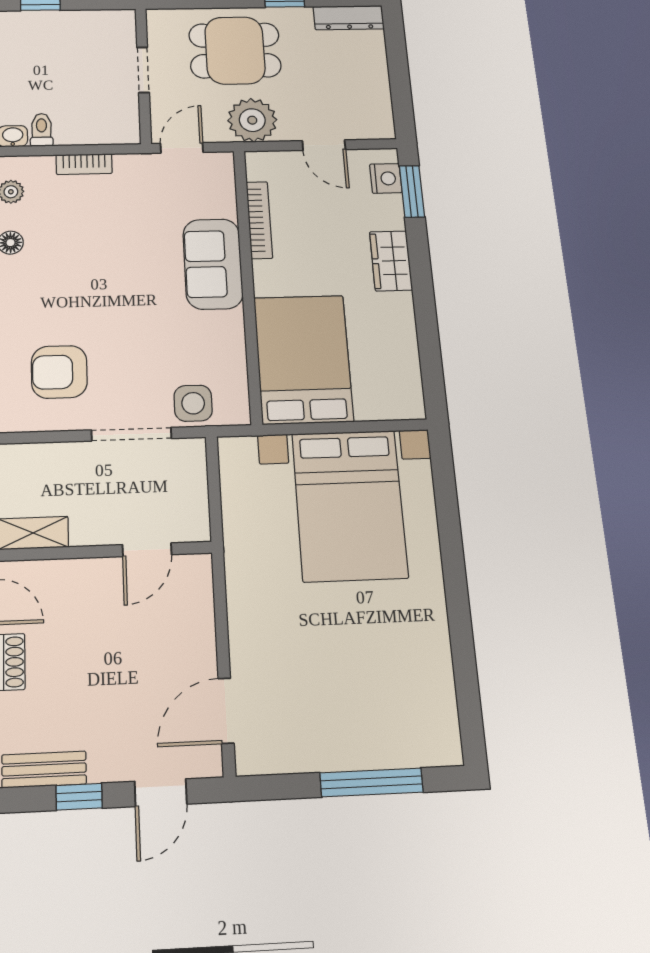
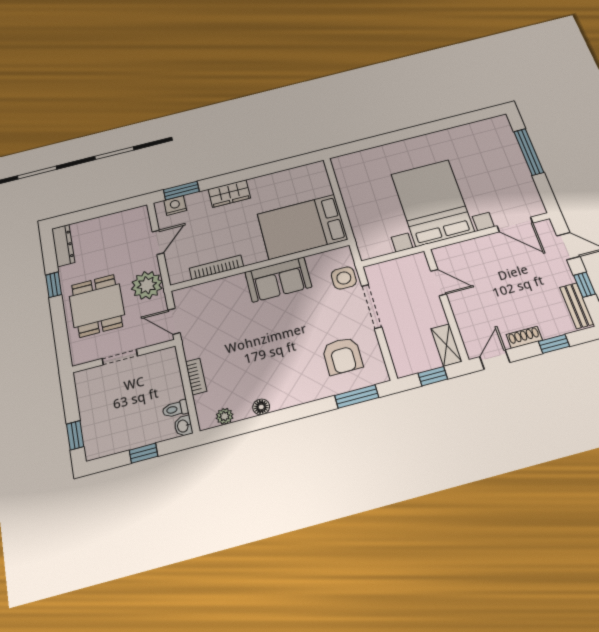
sofa: (213, 264) -> (278, 279), moved
bed with nightstands: (349, 505) -> (432, 203), moved, turned -90

